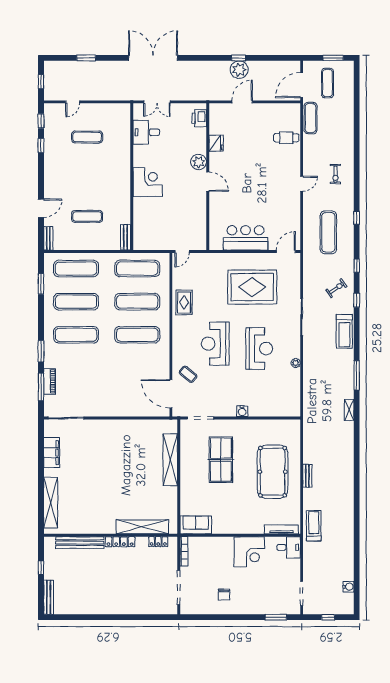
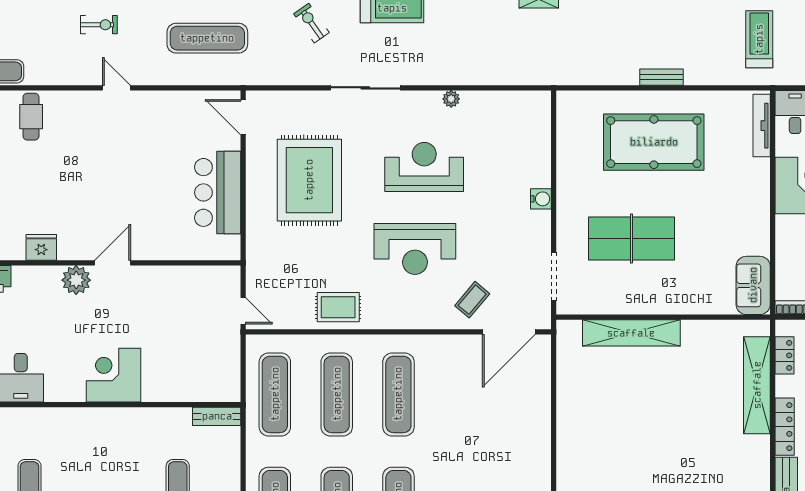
treadmill: (314, 526) -> (759, 39), moved, turned 90

